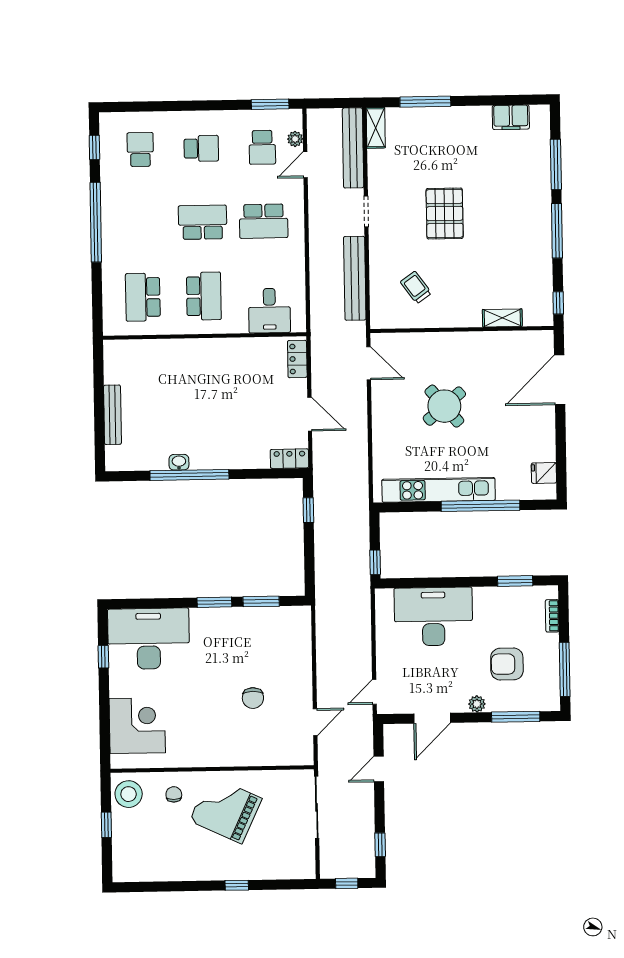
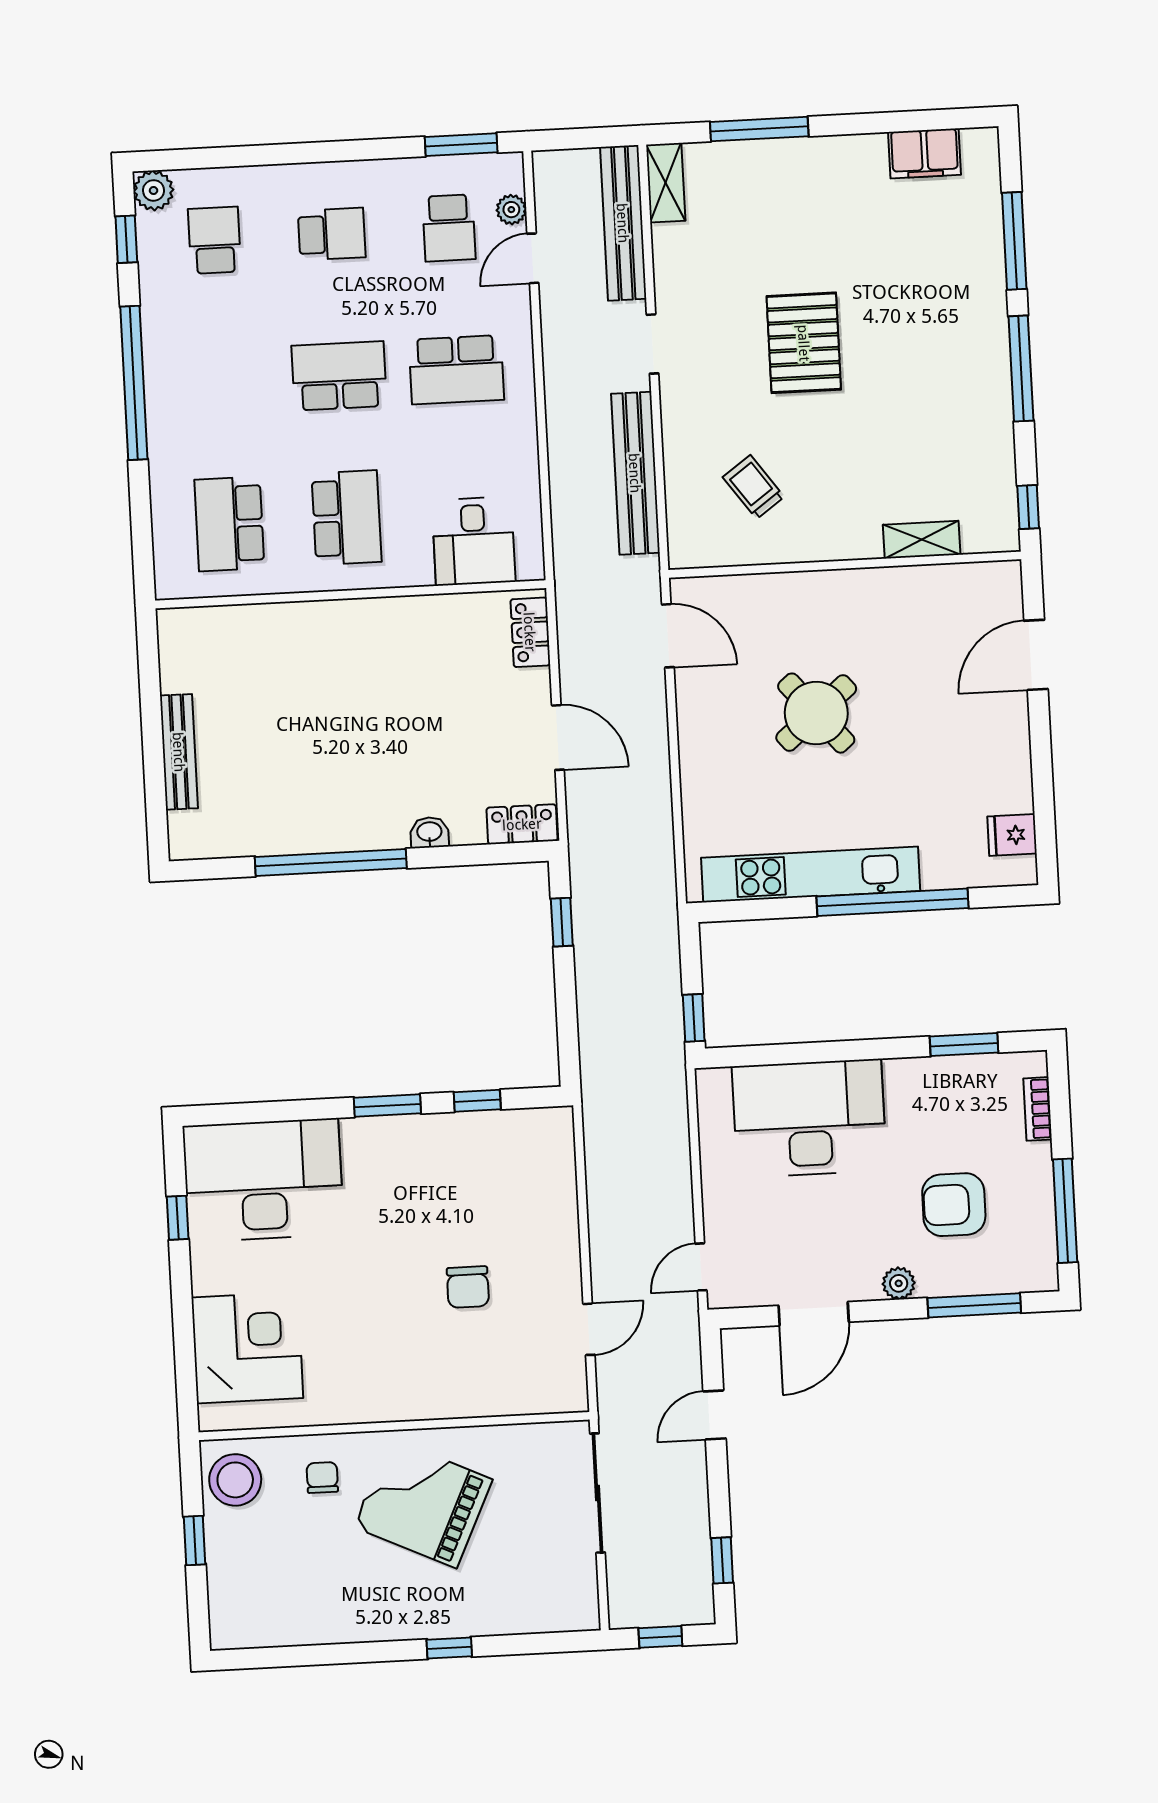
plant: (109, 123) -> (154, 190), added
door: (560, 380) -> (1036, 655), width x0.73
washbasin: (179, 462) -> (429, 832), moved
window: (261, 601) -> (477, 1101), width x0.67

